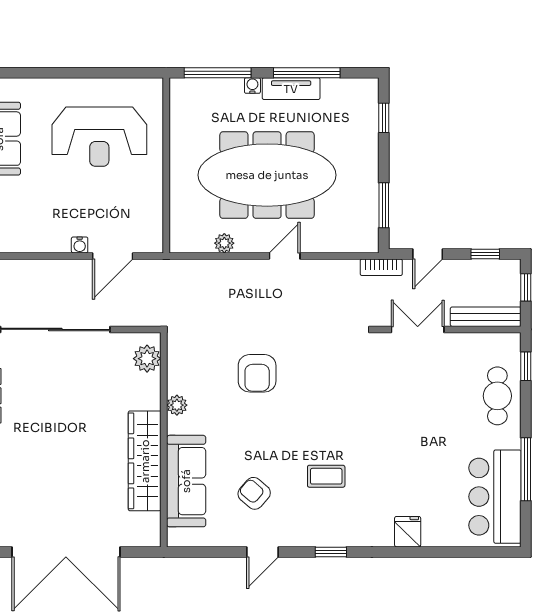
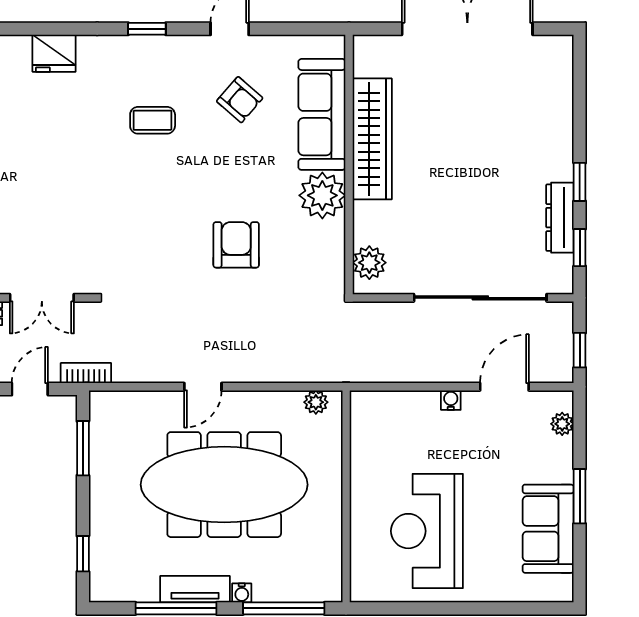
reception desk: (99, 137) -> (427, 531), turned -90
plant: (224, 243) -> (316, 402), moved
door: (113, 256) -> (504, 387), moved
plant: (177, 405) -> (322, 195), width x1.88, depth x1.88
fridge: (408, 532) -> (54, 53), width x1.38

